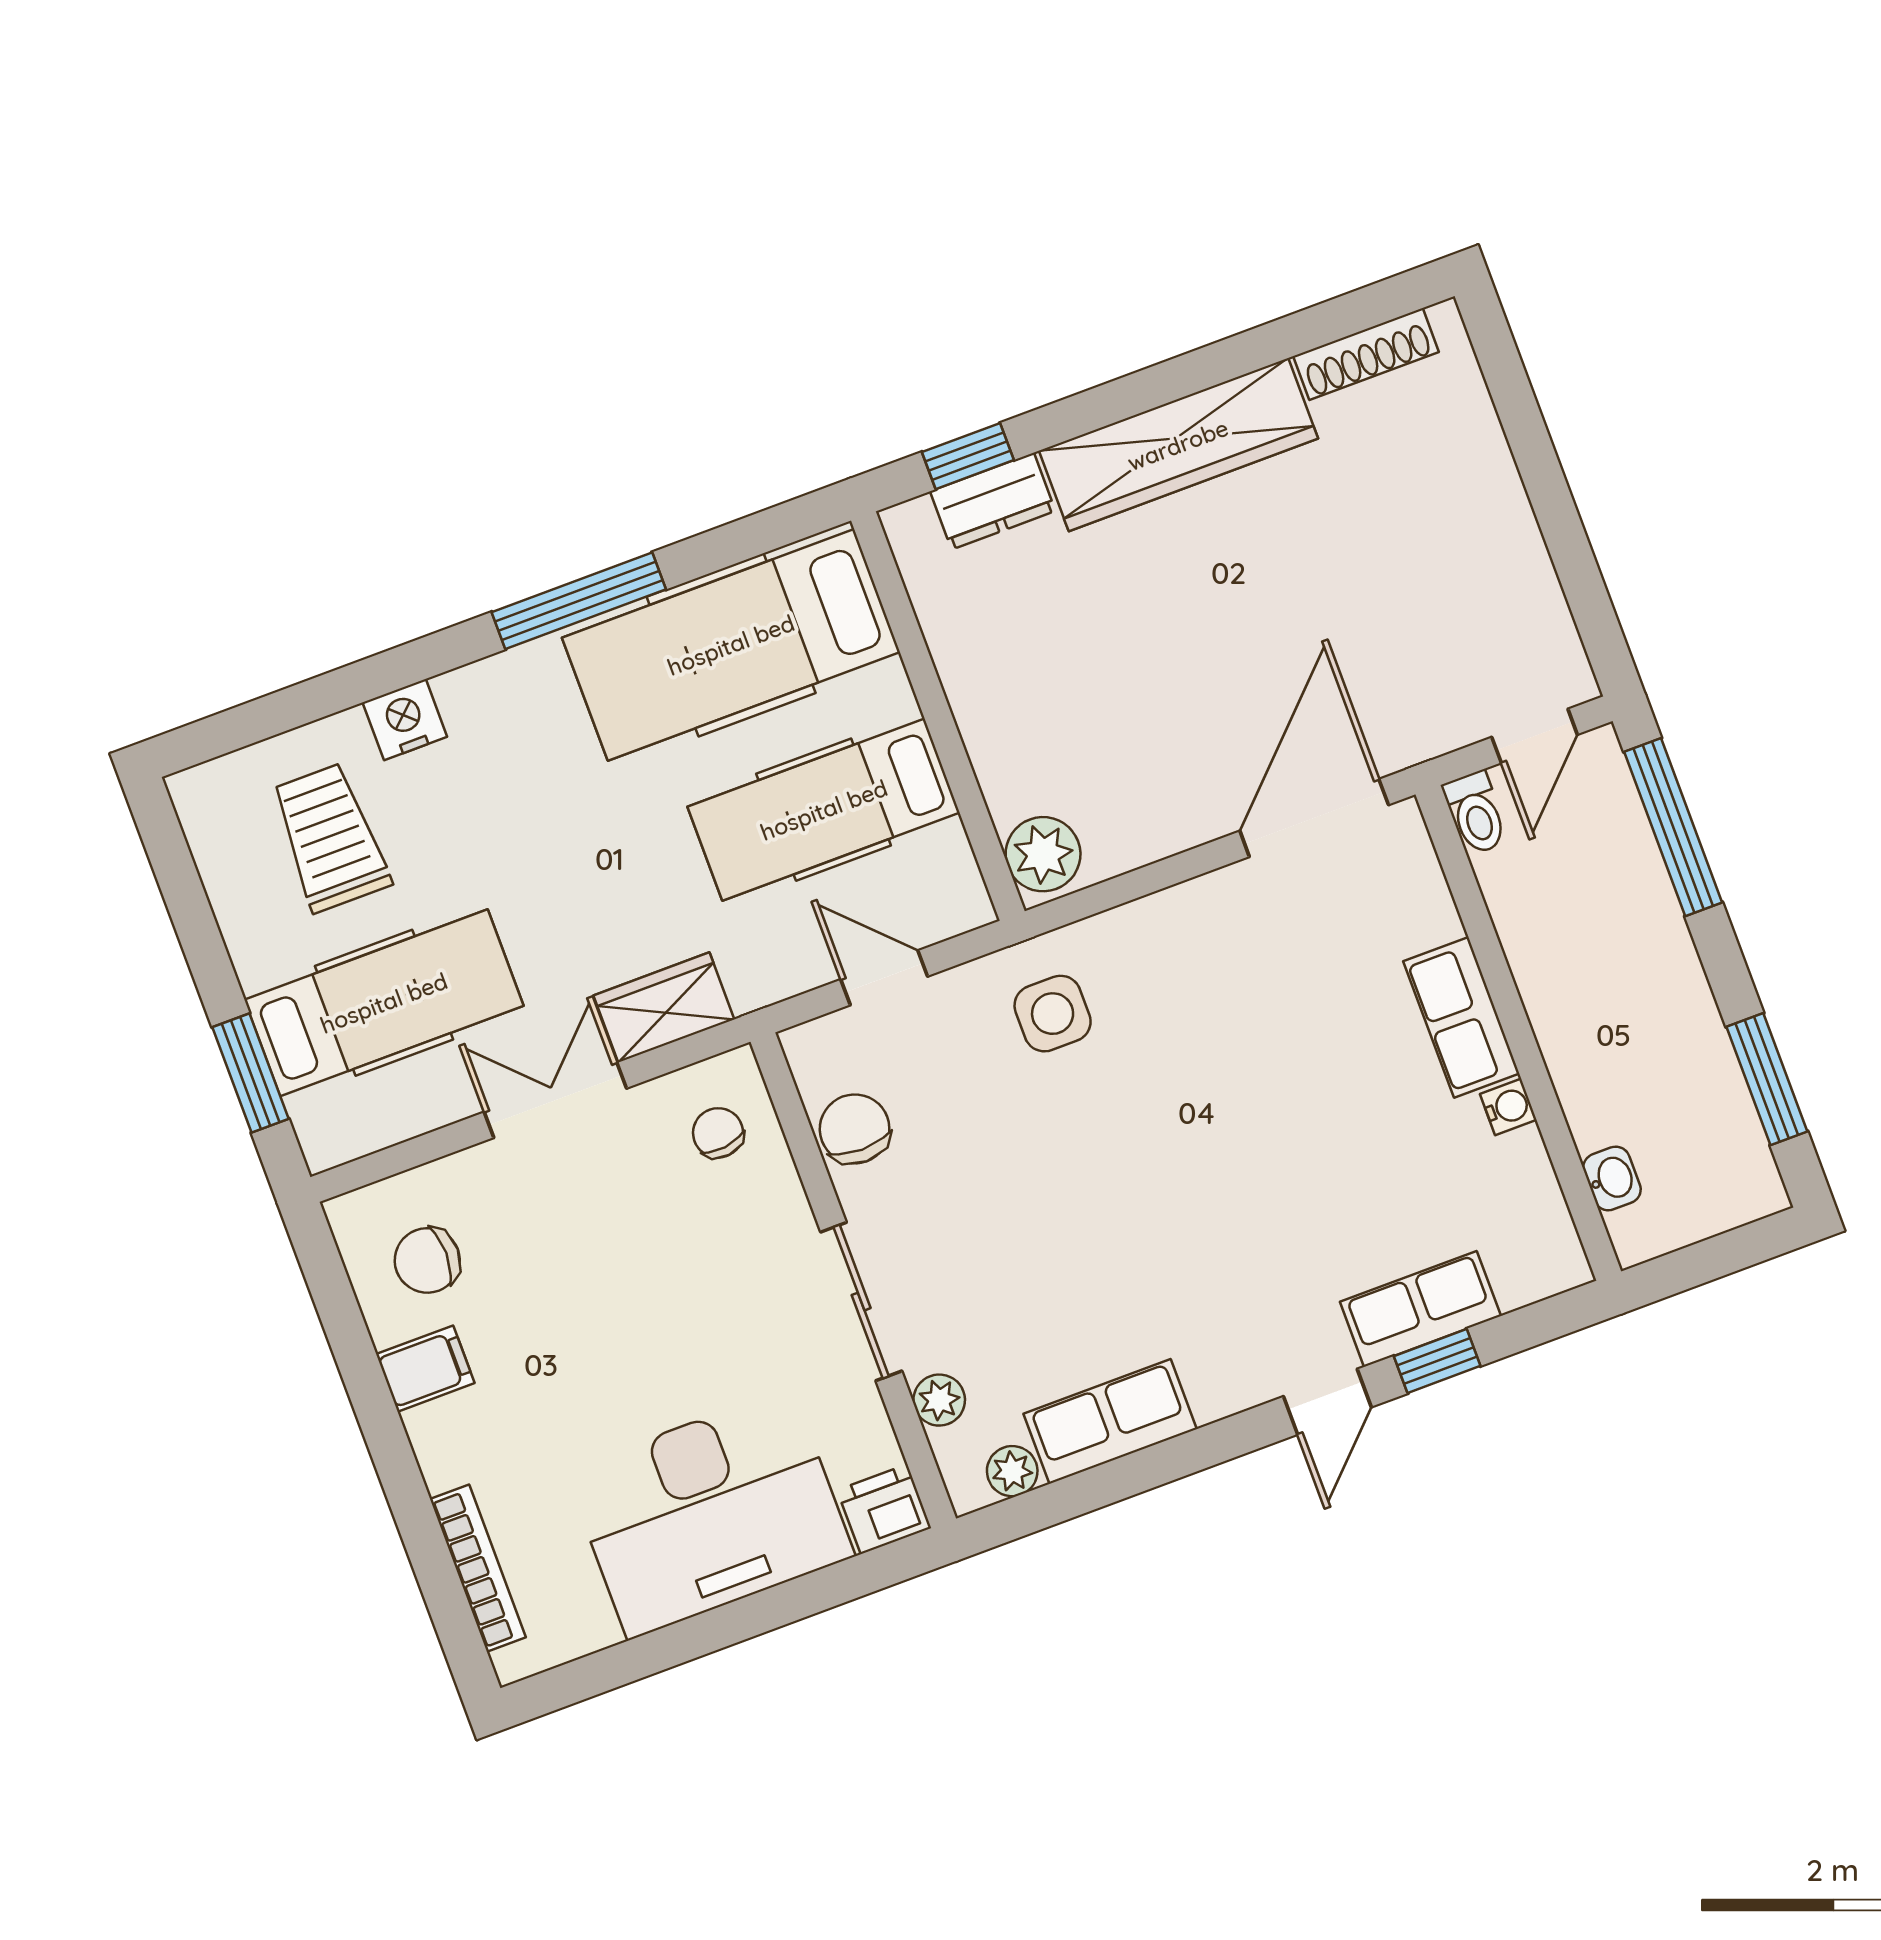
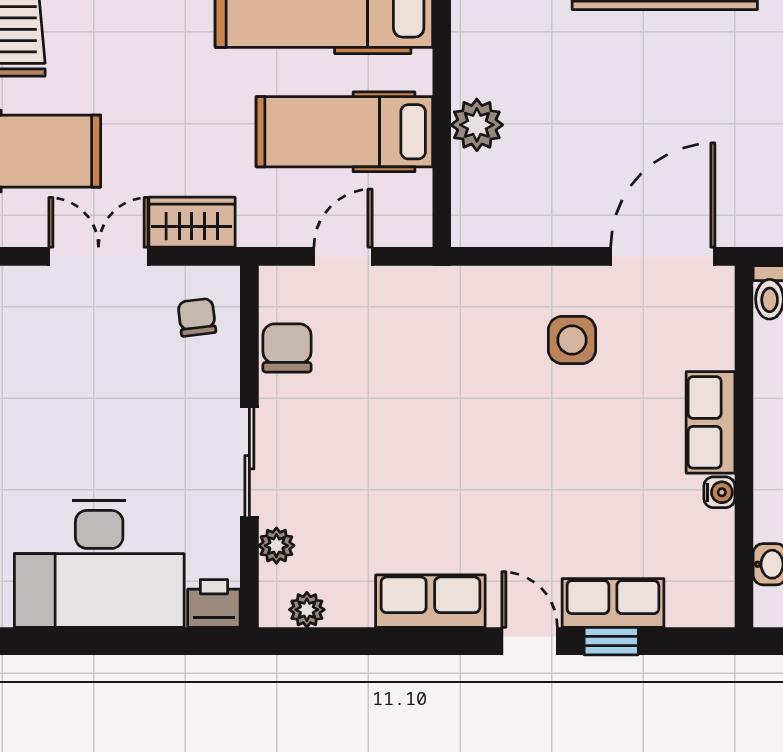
plant: (1043, 854) -> (477, 125), moved
door: (884, 978) -> (343, 256), hinge flipped
side table: (1053, 1014) -> (572, 340), moved
door: (1327, 1402) -> (530, 641), swing flipped
row of seats: (1110, 1422) -> (430, 601), moved

